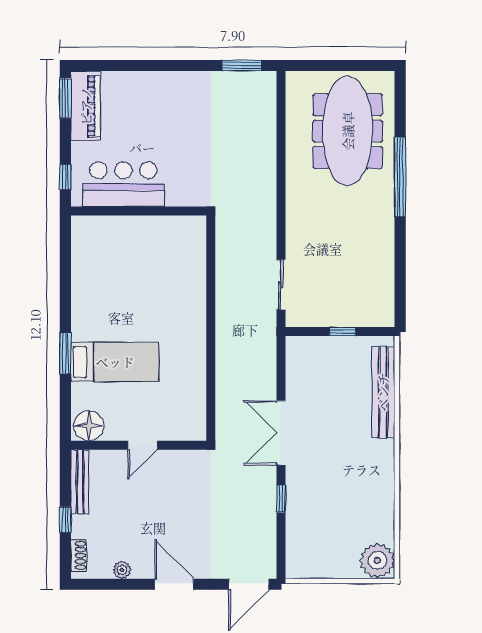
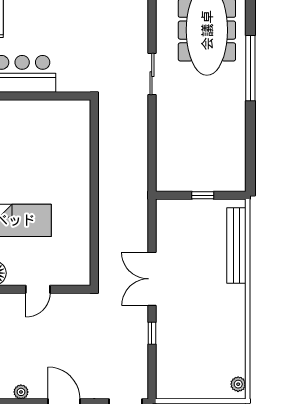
sliding door: (281, 285) -> (152, 74), moved
plant: (377, 560) -> (238, 384), width x0.53, depth x0.53

